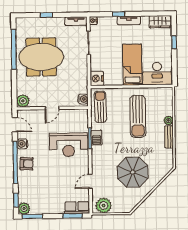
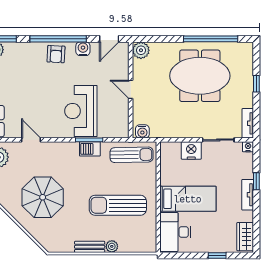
meeting table: (41, 57) -> (200, 76), turned 90
nightstand: (97, 78) -> (191, 150), moved

